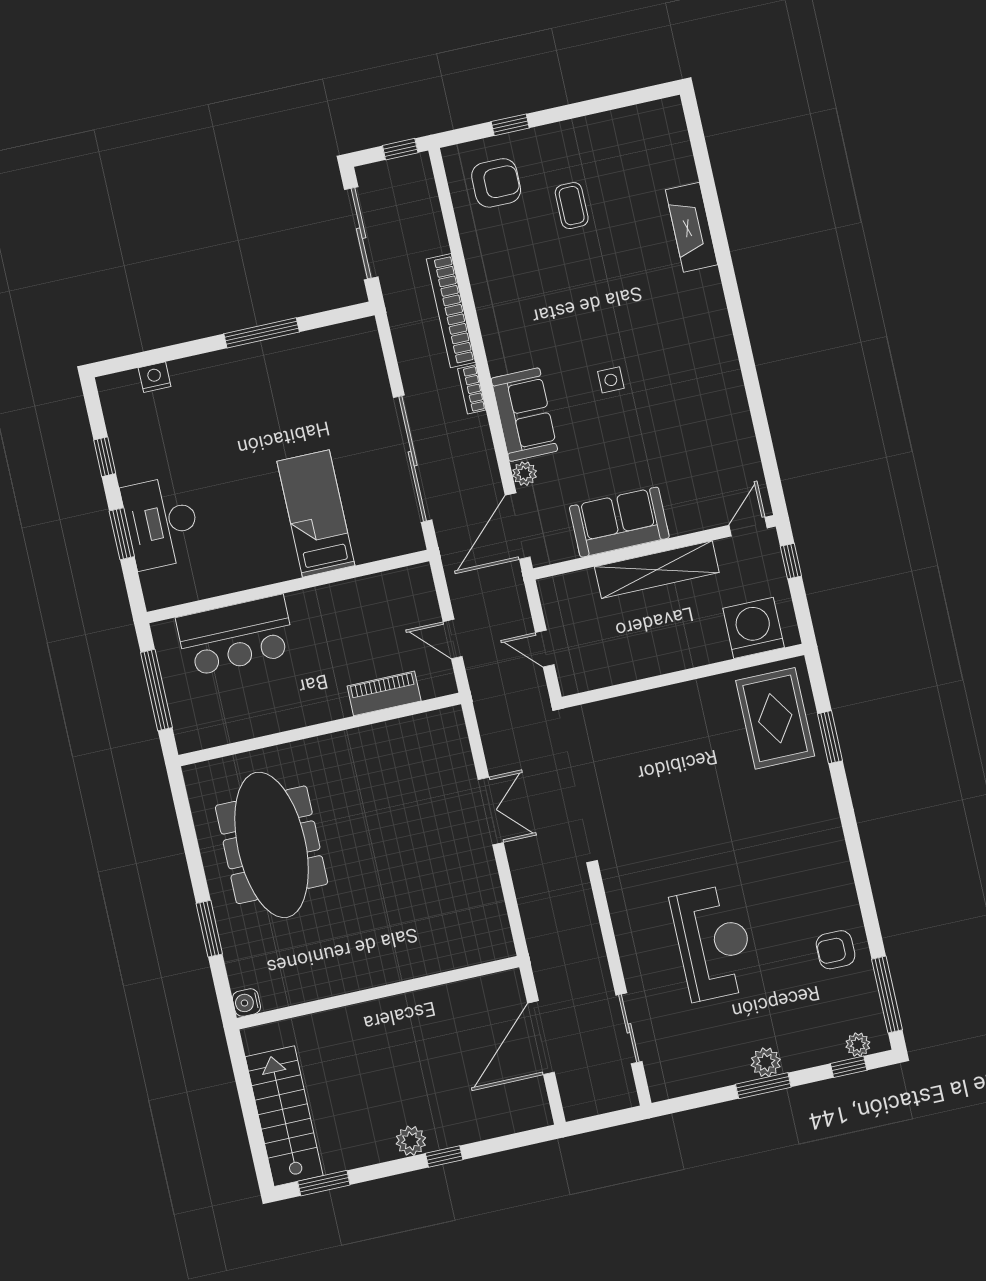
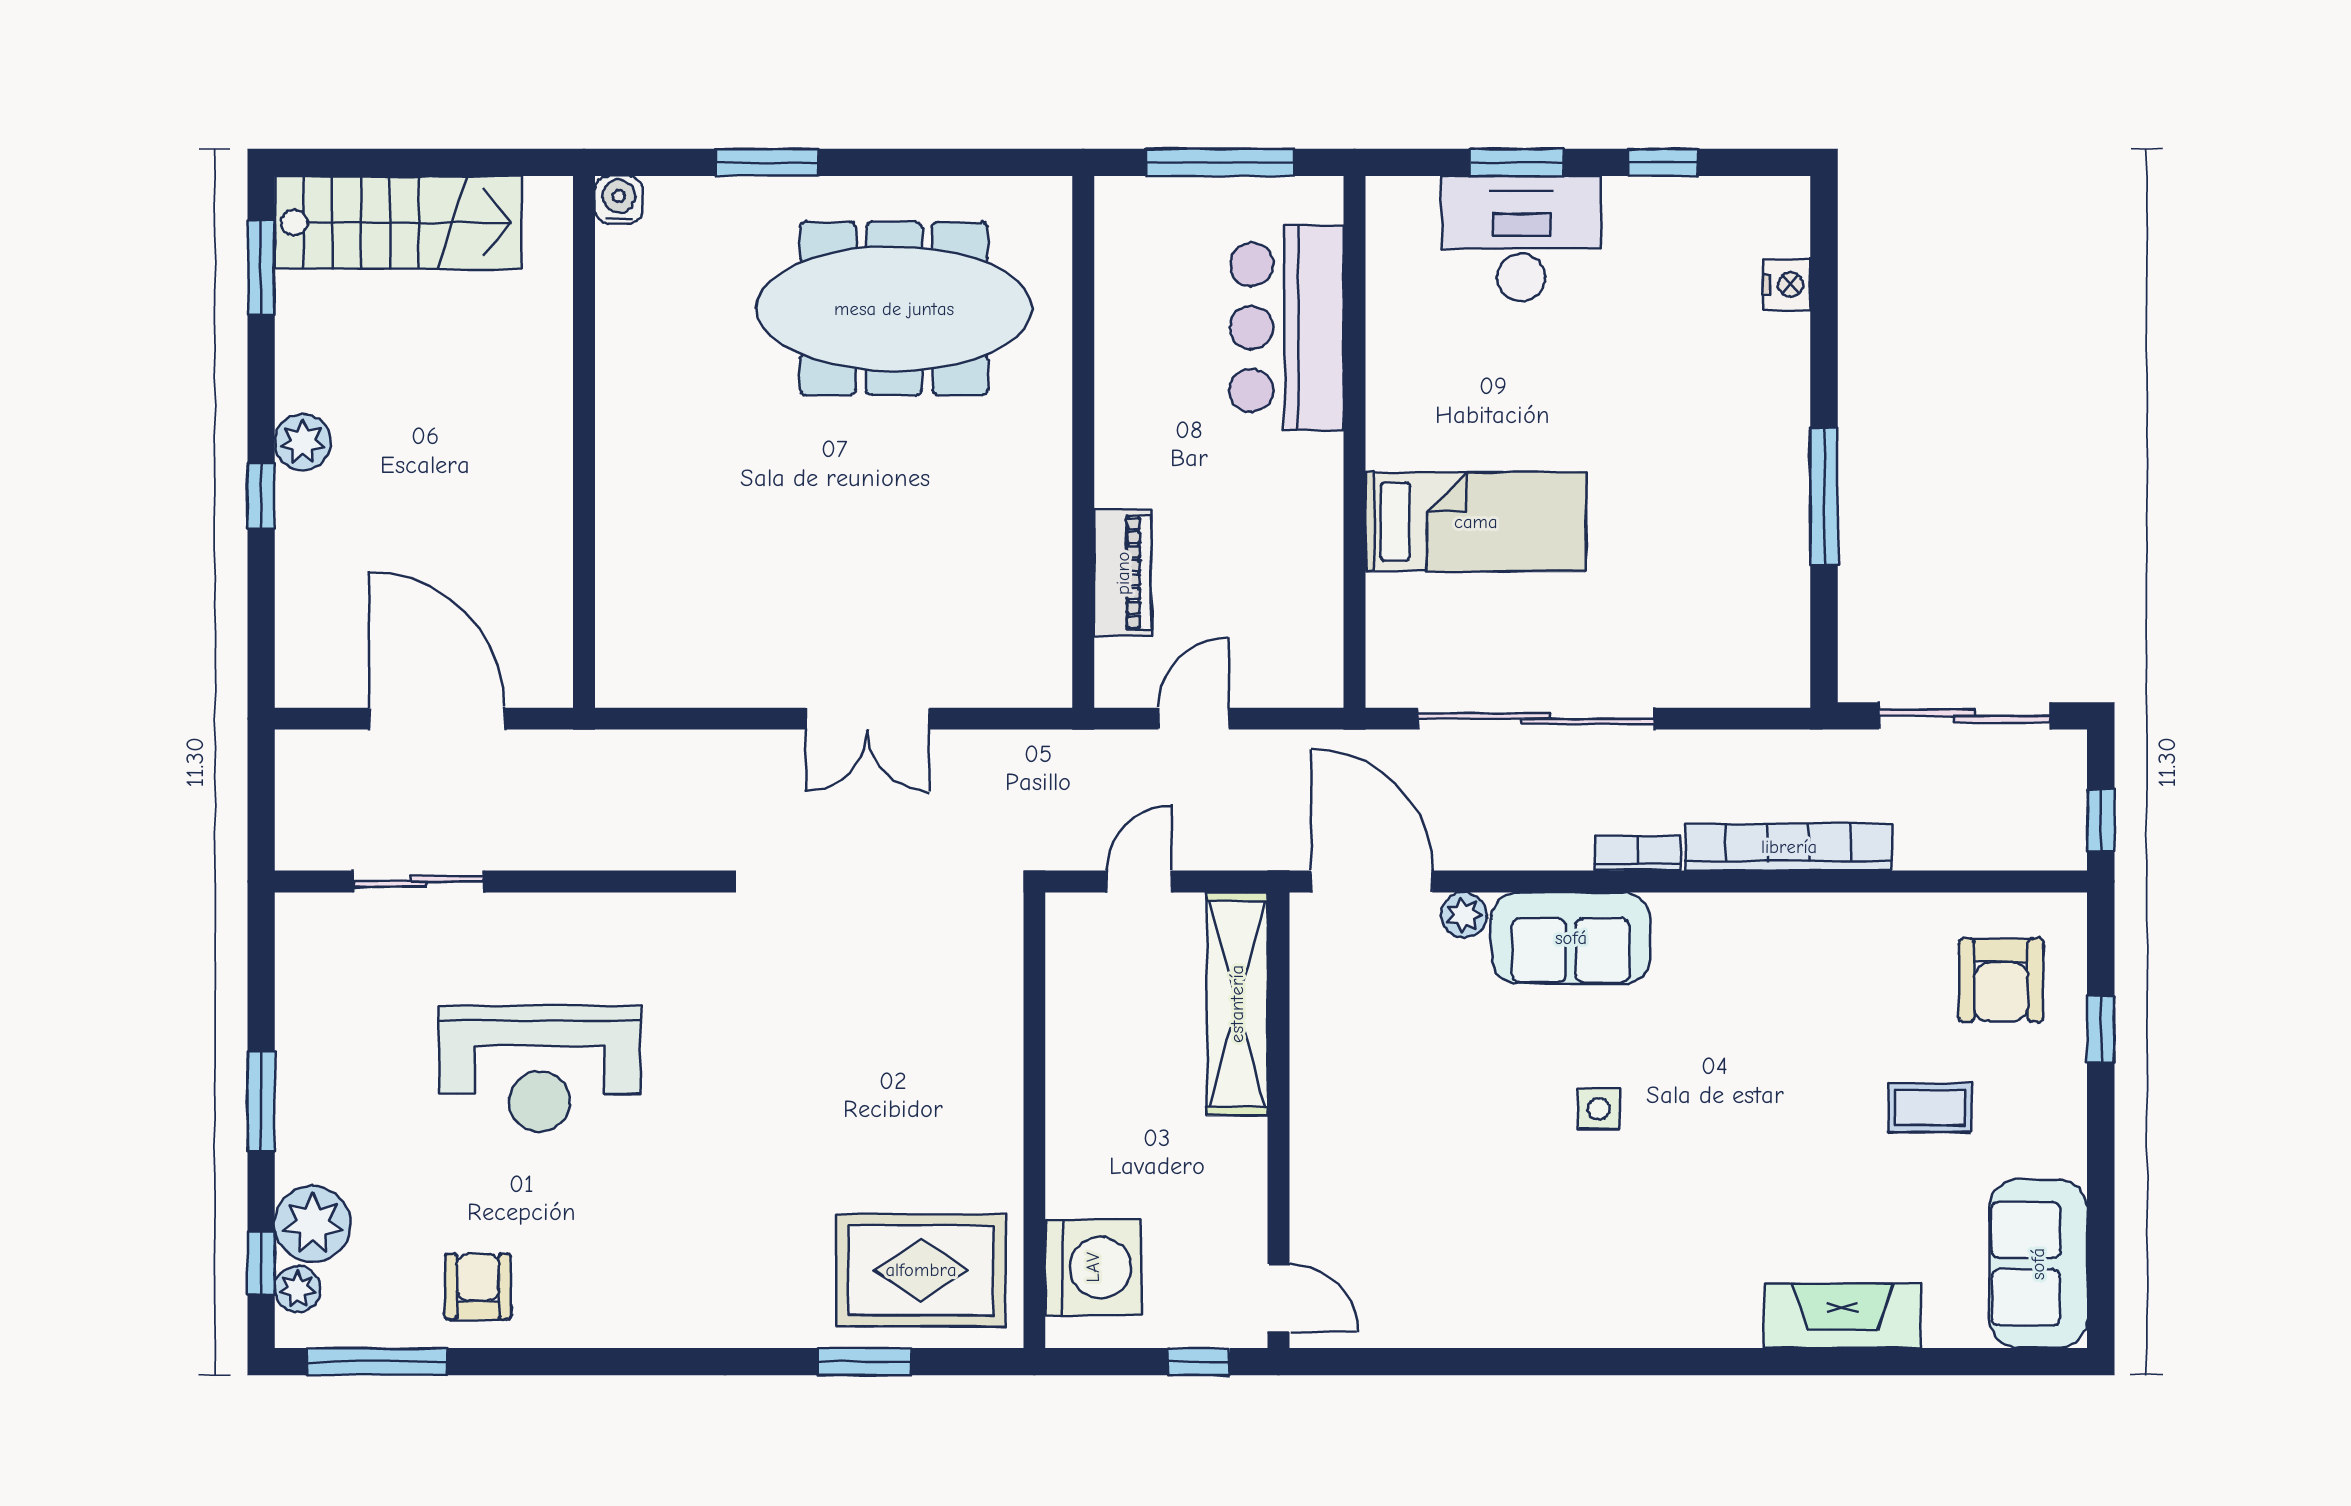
sofa: (619, 522) -> (2038, 1264), moved, turned 180
shelving: (657, 570) -> (1237, 1004), moved
plant: (766, 1062) -> (313, 1224), moved, width x1.36, depth x1.36

